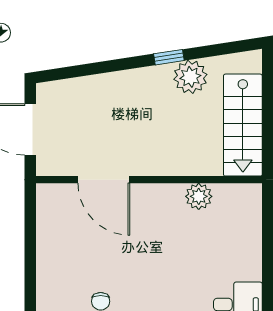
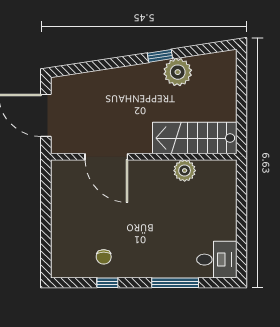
stairs: (243, 125) -> (195, 138), moved, turned 90

